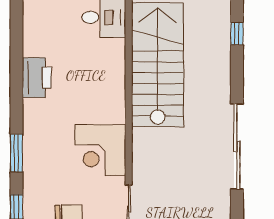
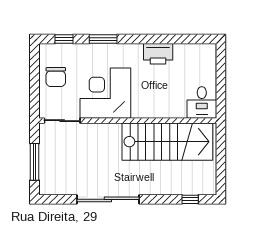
corner desk: (100, 150) -> (105, 93), width x1.36, depth x1.36

